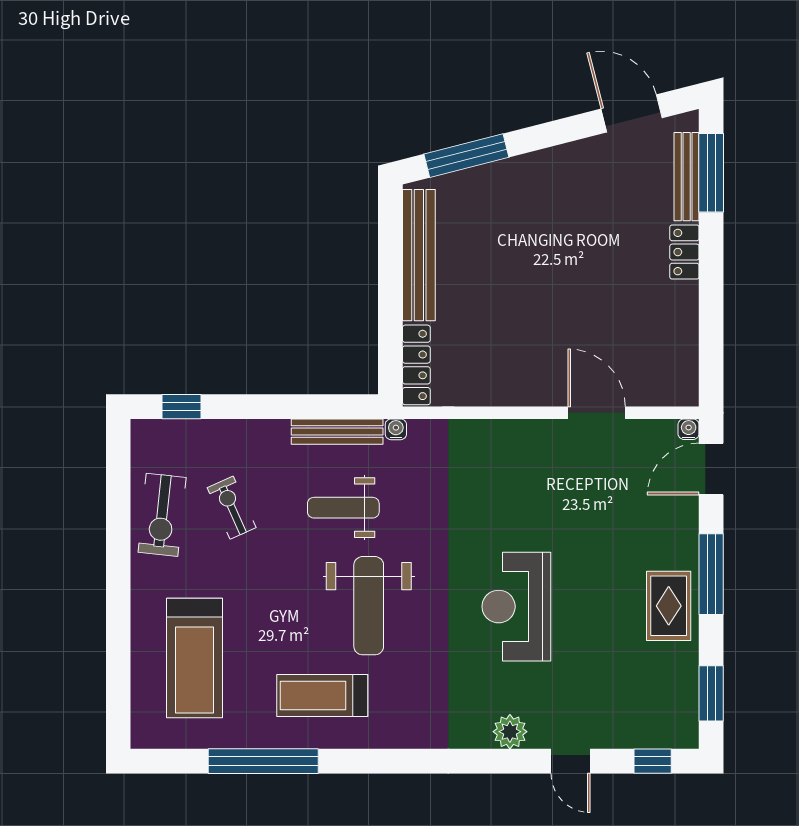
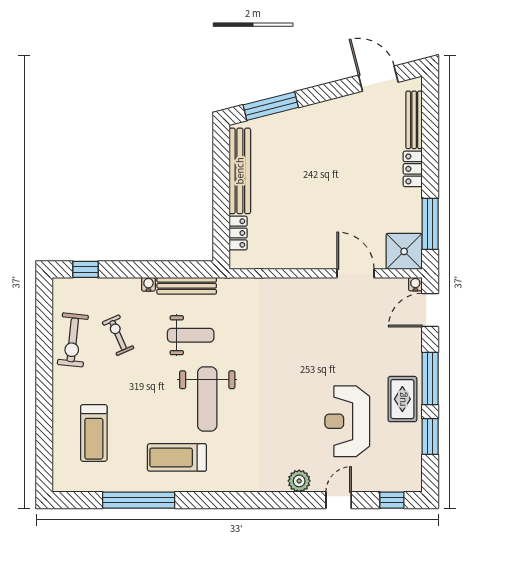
window: (711, 173) -> (430, 224), moved
locker: (416, 365) -> (238, 233), width x0.66
shower: (671, 379) -> (404, 251), added
water cooler: (396, 429) -> (148, 284), moved
weight bench: (343, 508) -> (191, 335), turned 180
reception desk: (516, 607) -> (347, 421), moved
treadmill: (194, 658) -> (94, 433), width x0.73, depth x0.73
window: (711, 693) -> (430, 437), moved
door: (571, 761) -> (339, 500), swing flipped

